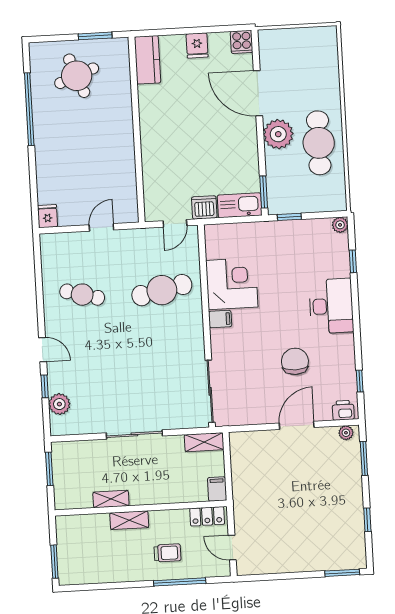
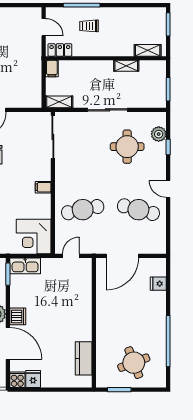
fridge: (197, 45) -> (33, 379), moved
kitchen counter: (148, 60) -> (84, 358), moved
dishwasher: (204, 207) -> (18, 316), moved, turned -90
fridge: (47, 216) -> (158, 284), moved, turned 90
door: (101, 227) -> (122, 256), width x1.88
corner desk: (232, 284) -> (34, 236), moved
cafe table: (82, 295) -> (138, 210), width x1.37, depth x1.35
door: (43, 350) -> (168, 189), moved
round table: (103, 384) -> (127, 147), added
shelving: (129, 520) -> (148, 50), moved

